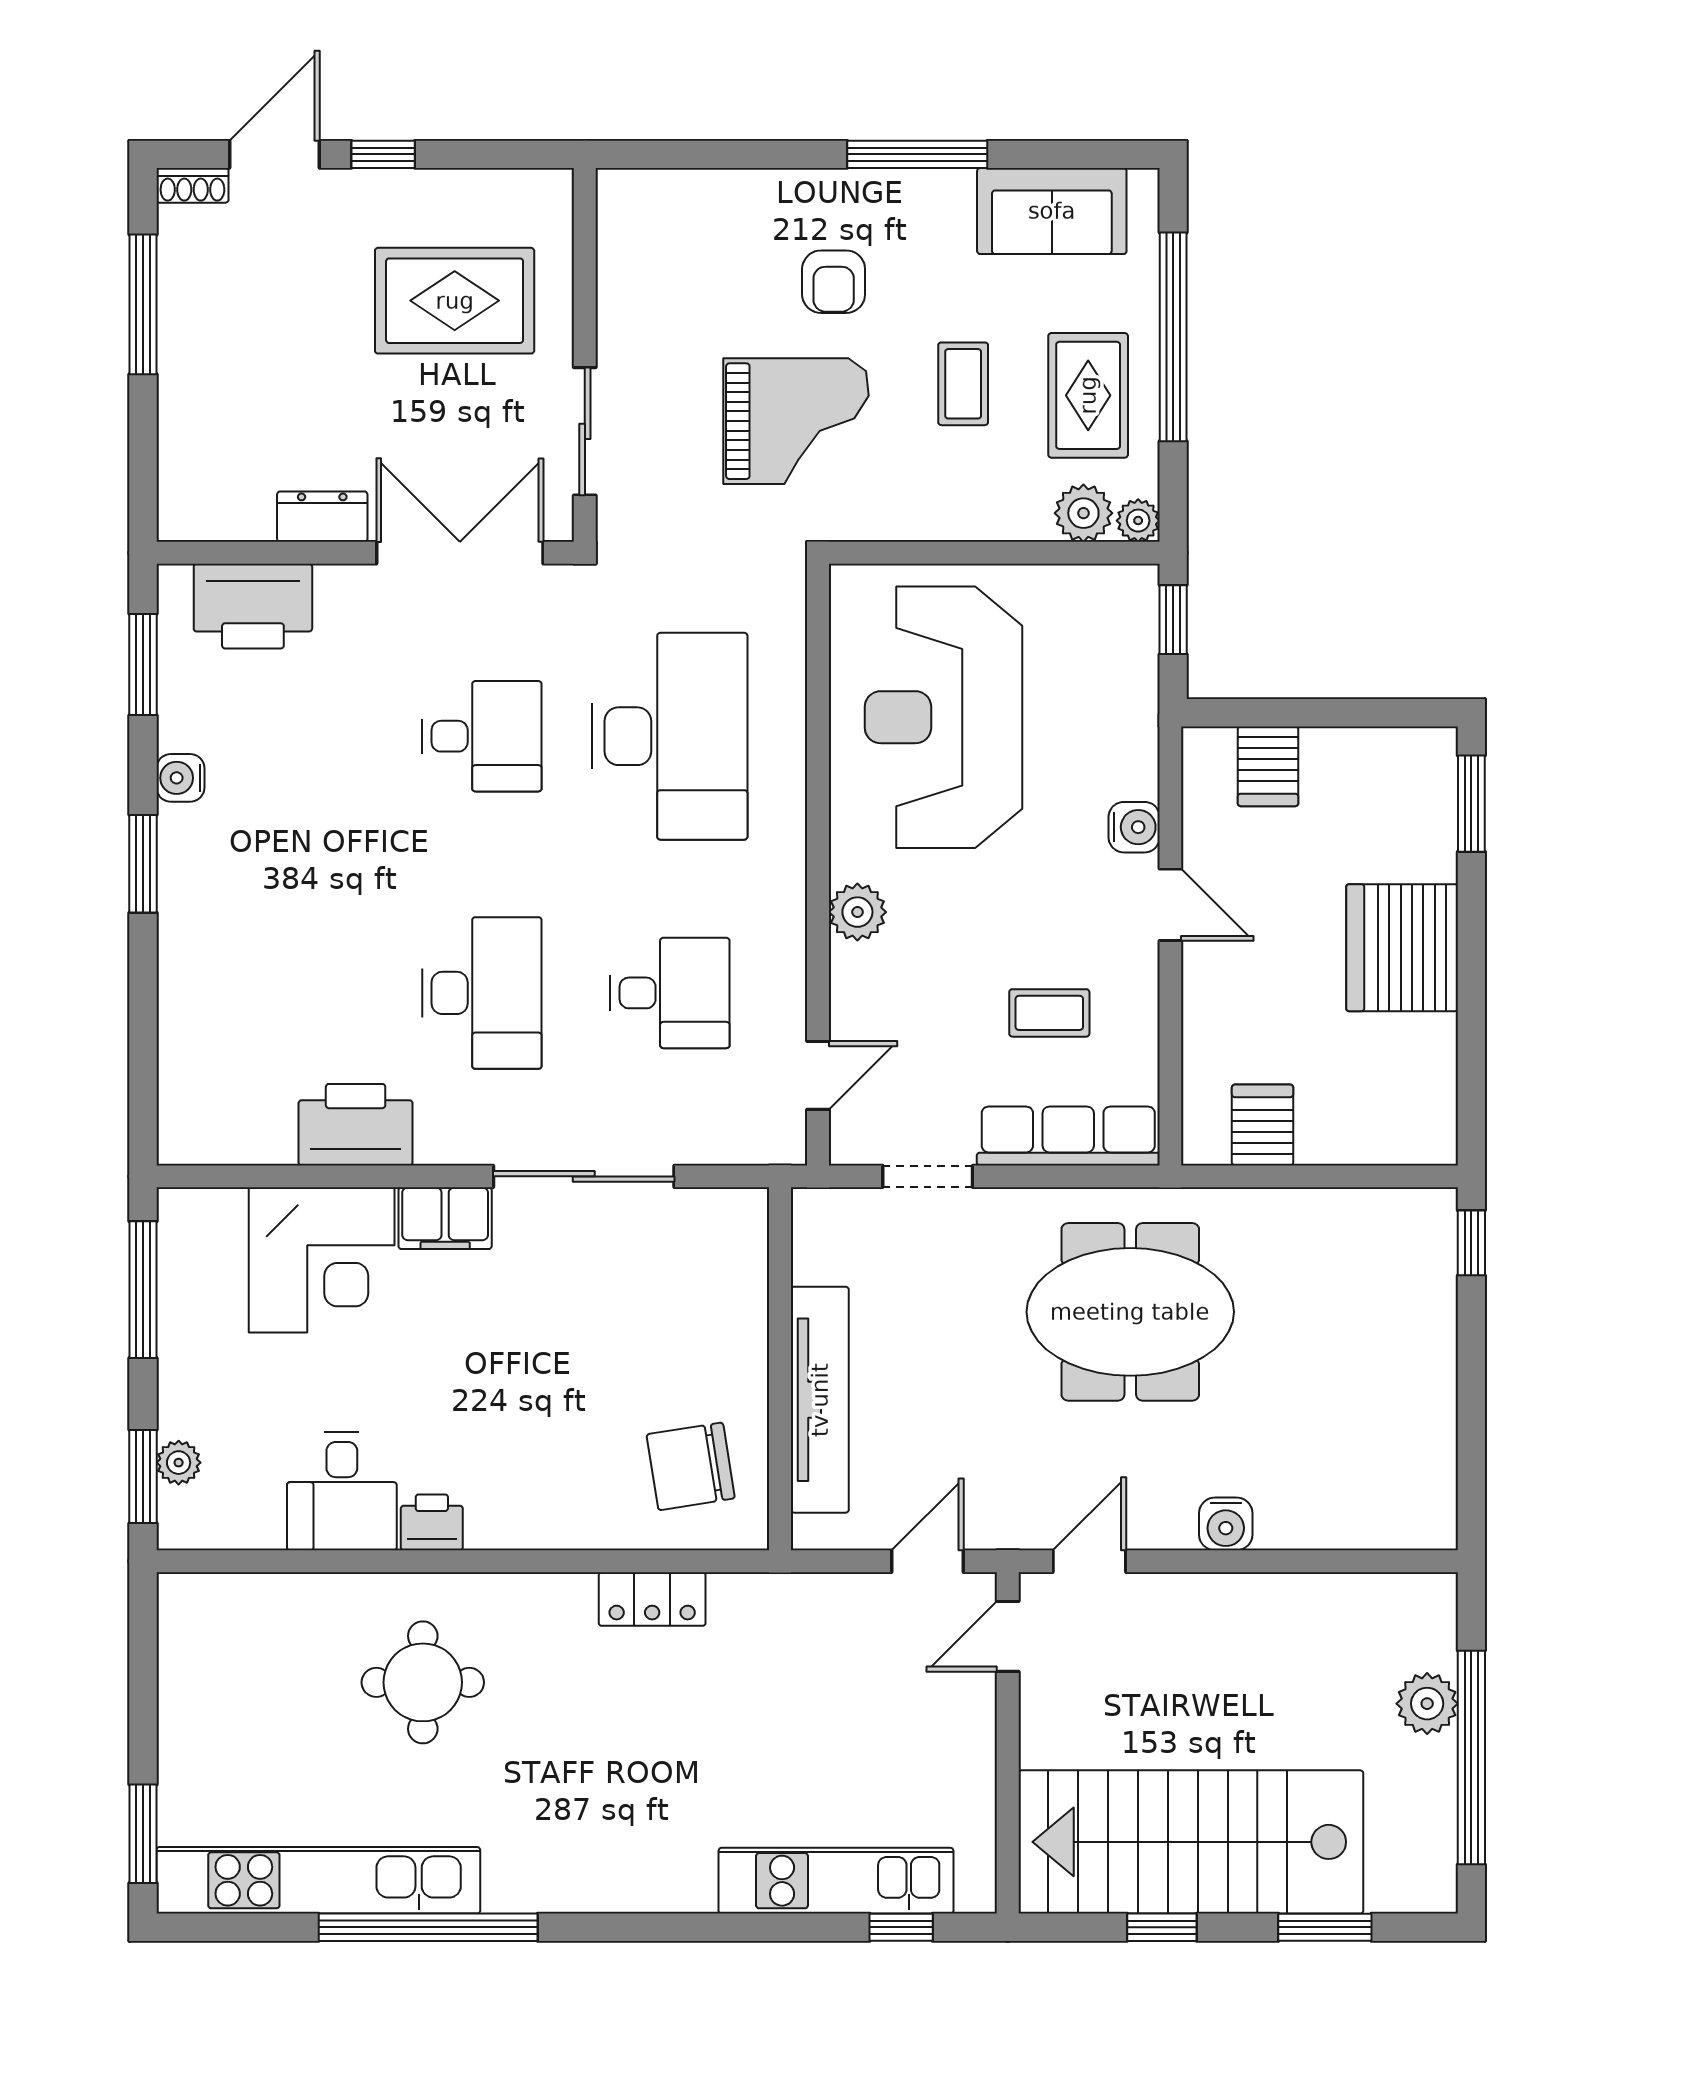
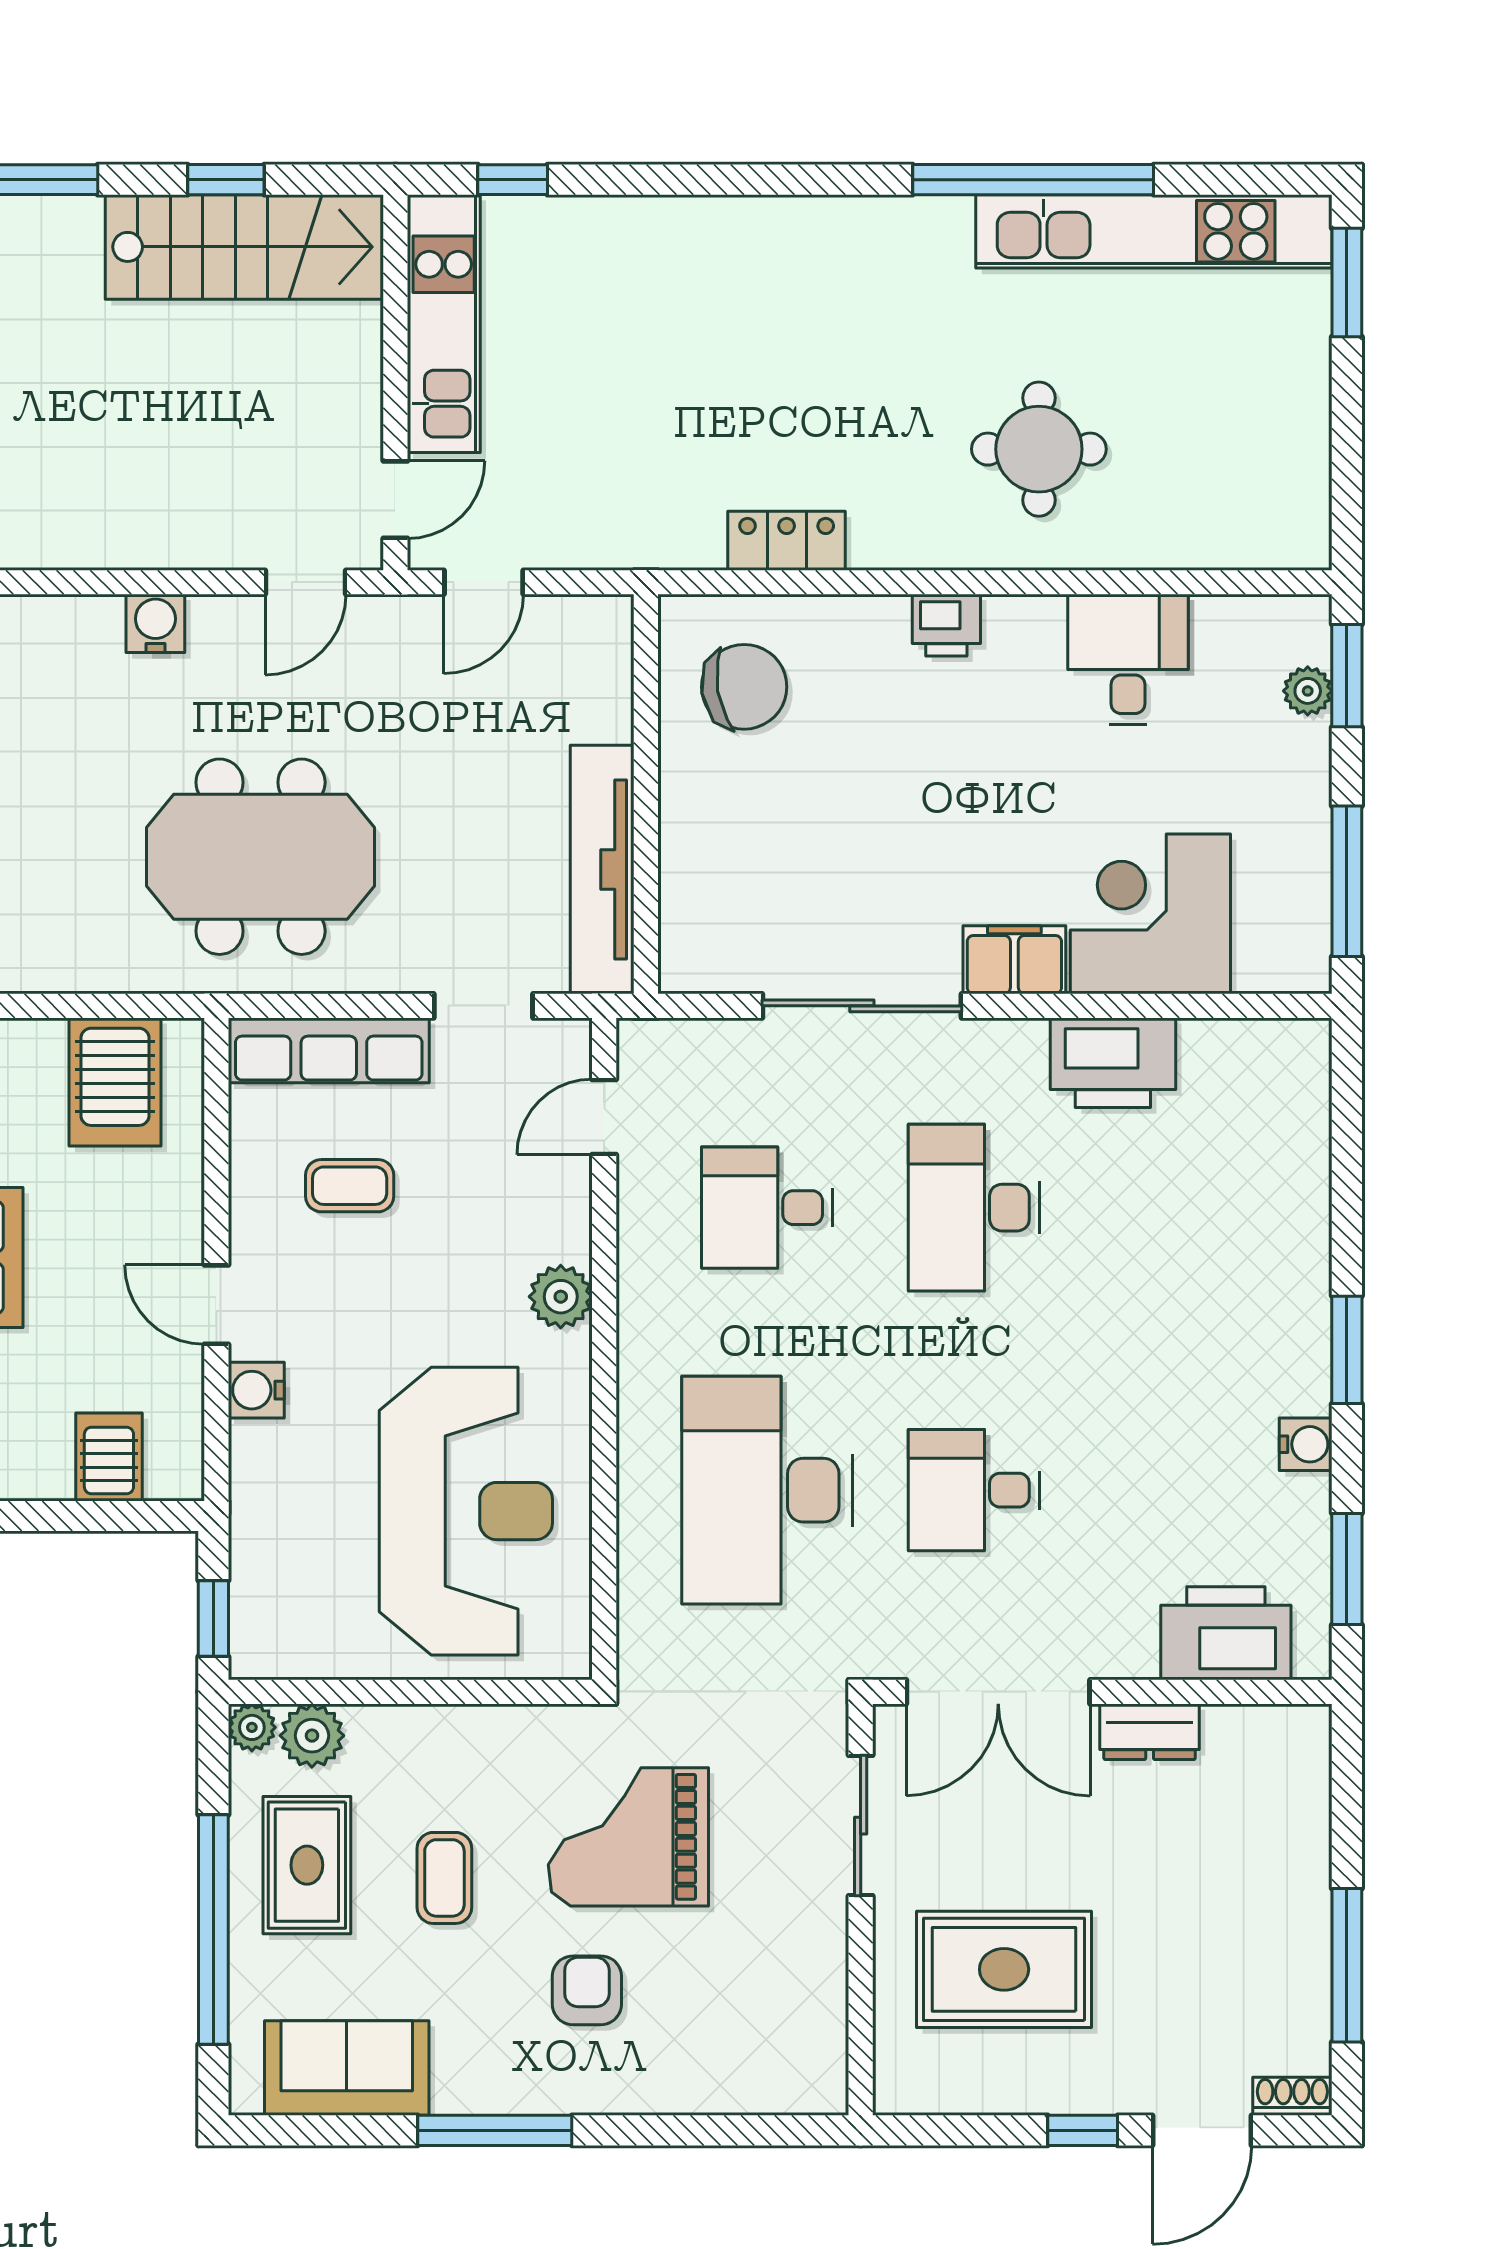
server rack: (1263, 1125) -> (115, 1082), width x1.36, depth x1.44
tv unit: (820, 1400) -> (602, 870), moved
printer: (432, 1522) -> (946, 625), moved
stairs: (1191, 1842) -> (244, 247), width x0.73, depth x0.66
kitchen unit: (836, 1881) -> (444, 324), moved, turned -90

